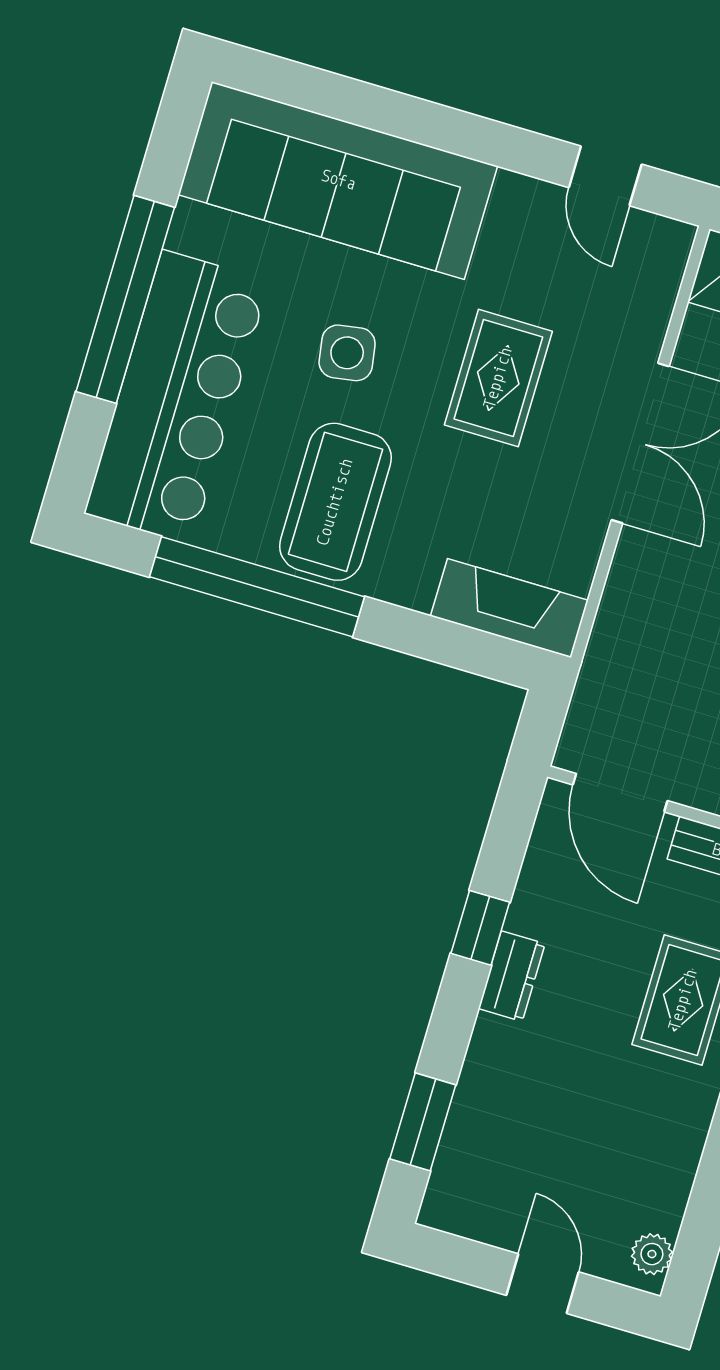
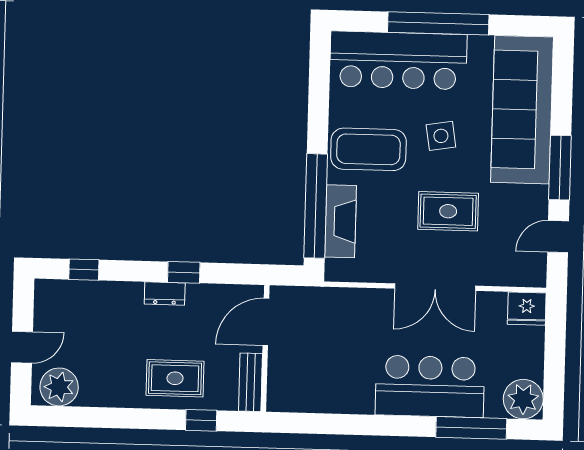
window: (471, 136) -> (560, 168), added
window: (257, 587) -> (316, 206), moved
fireplace: (509, 608) -> (341, 221), moved
window: (423, 1122) -> (84, 270), width x0.67
plant: (652, 1254) -> (59, 387), width x1.88, depth x1.88

